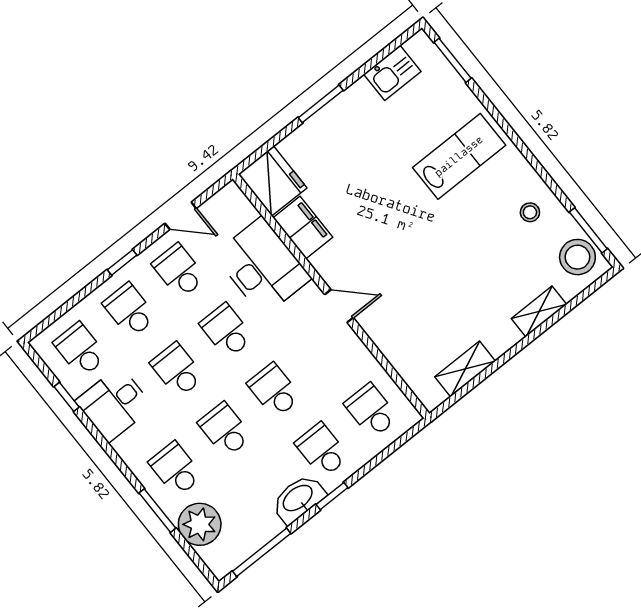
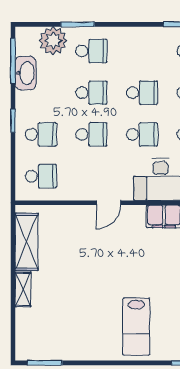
stool: (530, 212) -> (78, 340), removed
stool: (577, 257) -> (35, 346), removed
shelving: (539, 311) -> (23, 289), moved
shelving: (465, 369) -> (27, 242), width x1.50, depth x1.33
desk: (114, 404) -> (151, 46), removed
washbasin: (298, 499) -> (26, 73), moved

